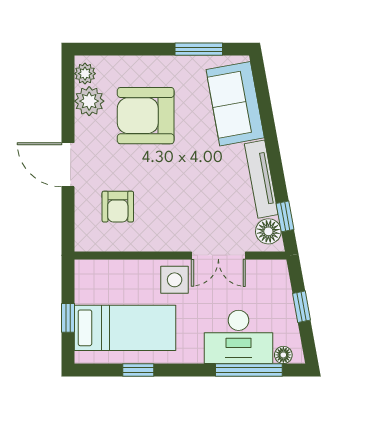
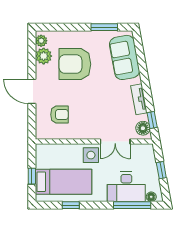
tv unit: (261, 179) -> (139, 99), width x0.71
armchair: (118, 207) -> (59, 115), turned -90

